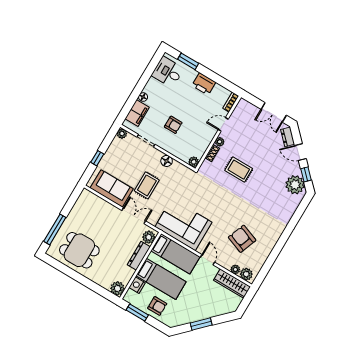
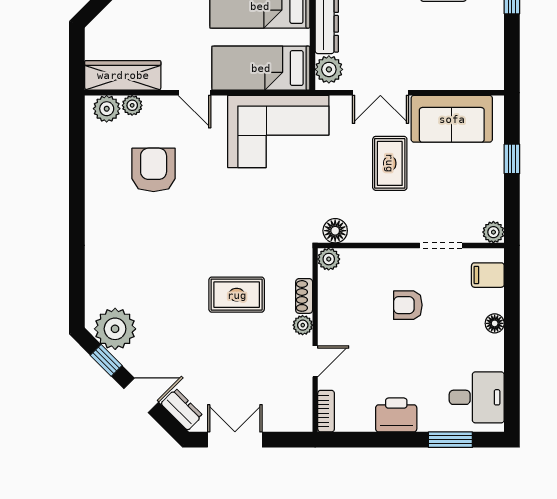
filing cabinet: (137, 113) -> (488, 275), width x0.50
floor lamp: (167, 161) -> (335, 231), moved
armchair: (242, 239) -> (154, 170), turned -111

